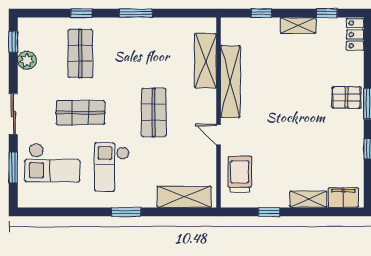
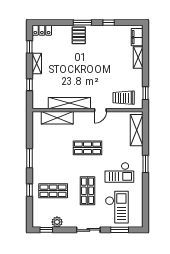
window: (269, 212) -> (146, 93), moved

